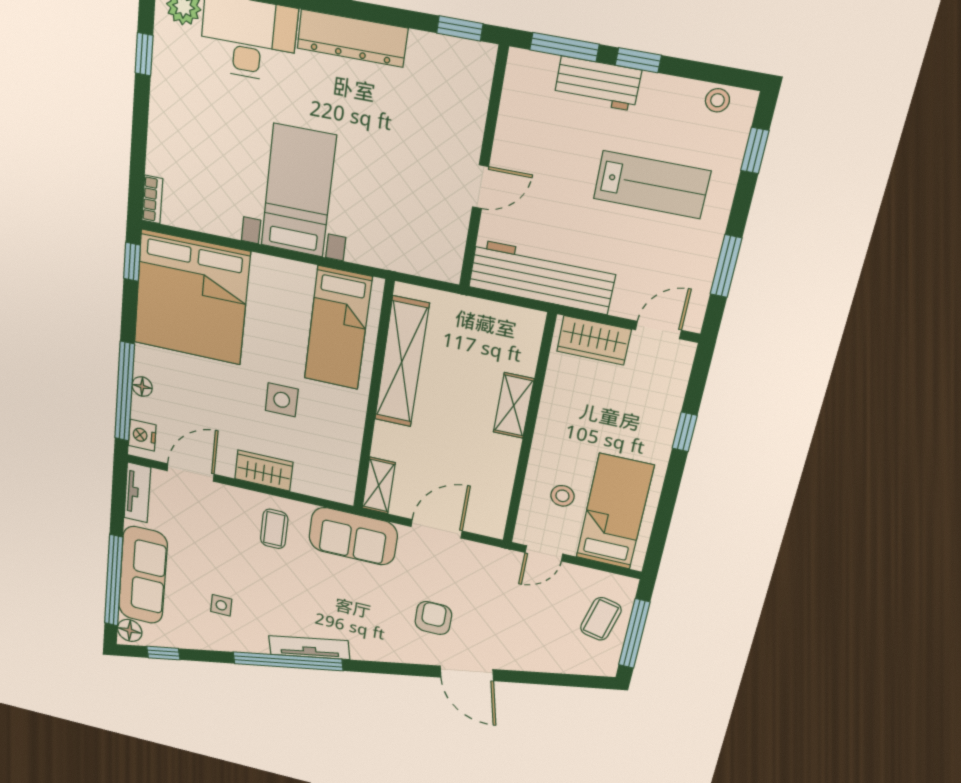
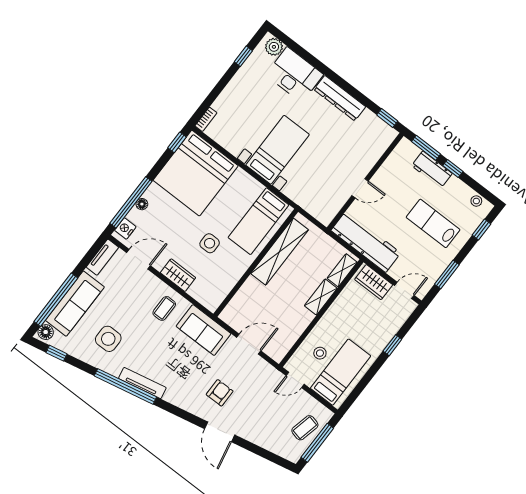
lab bench: (652, 185) -> (433, 223), turned 180
shelving: (379, 485) -> (342, 270), moved
side table: (221, 605) -> (108, 339), width x1.87, depth x1.87

